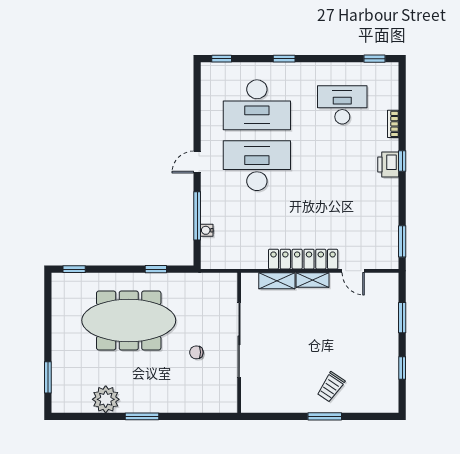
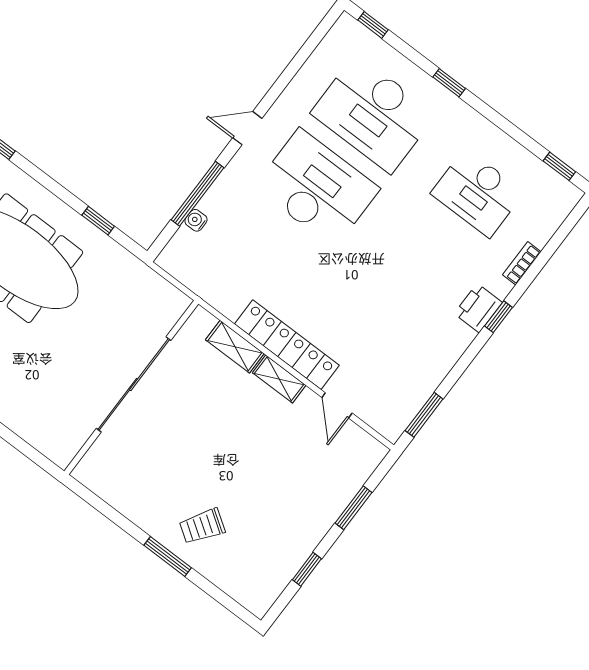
desk: (342, 105) -> (477, 193), turned 180
chair: (196, 352) -> (70, 360), removed

